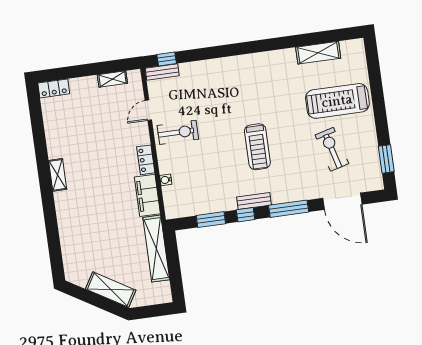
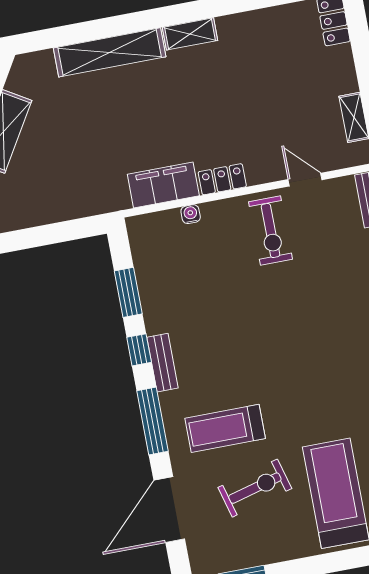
treadmill: (257, 147) -> (225, 428), moved
shelving: (156, 249) -> (110, 52), moved

